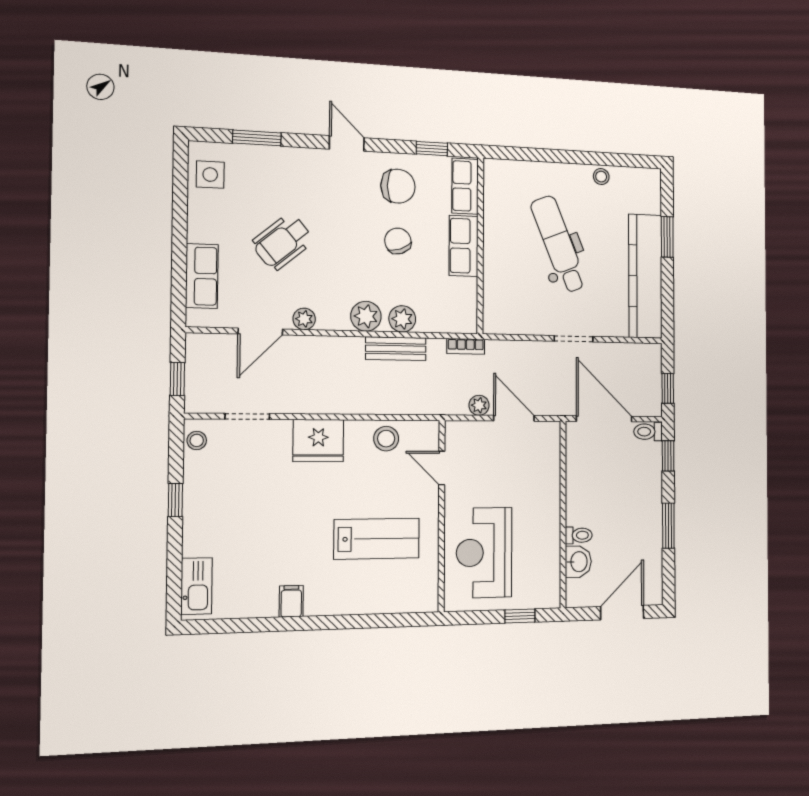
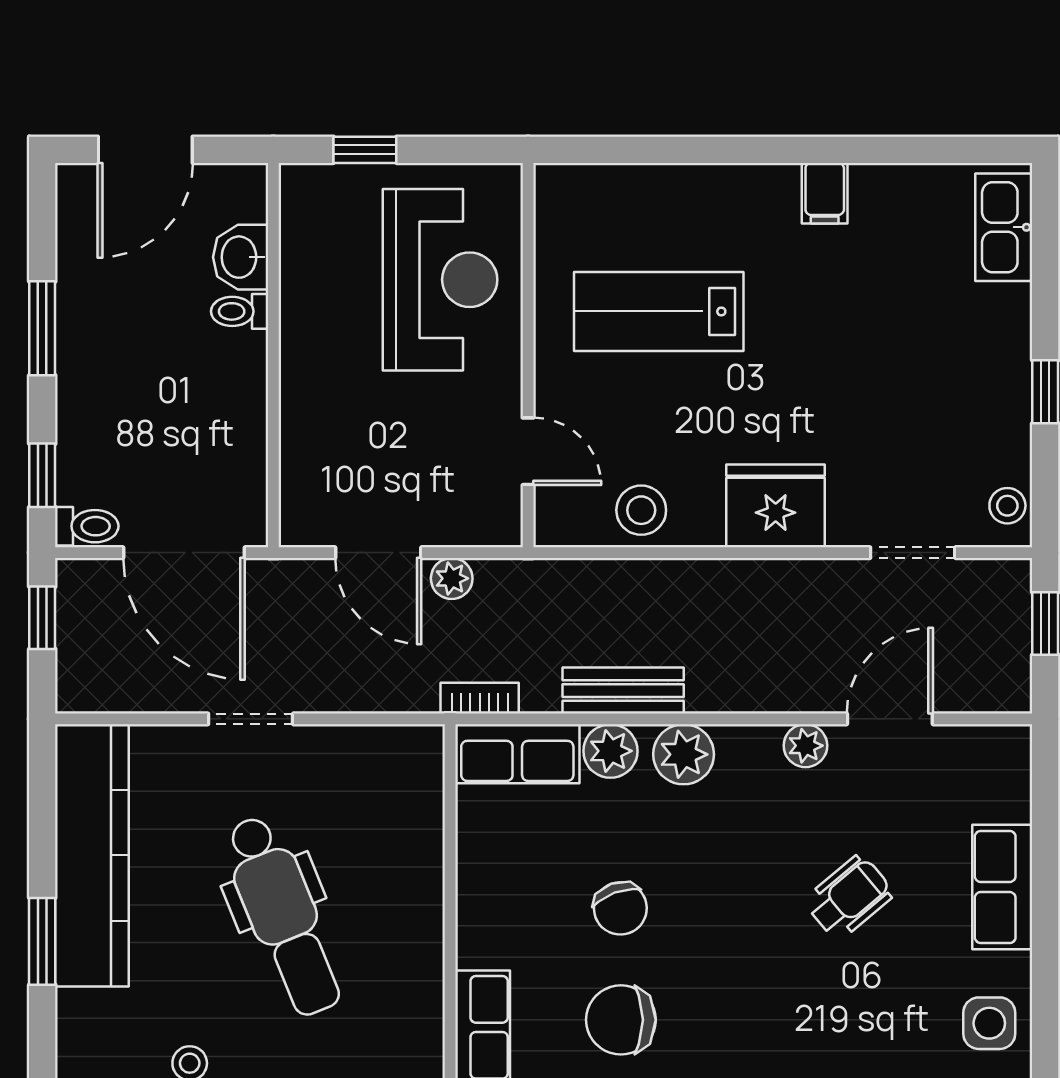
wheelchair: (283, 242) -> (849, 897), width x0.73, depth x0.73
row of seats: (464, 246) -> (517, 754), moved, turned 90
row of seats: (202, 276) -> (1002, 887), moved

